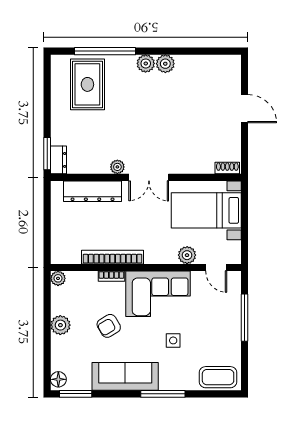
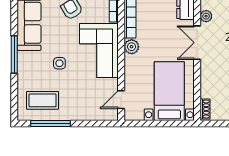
plant: (187, 255) -> (132, 47), moved
window: (245, 318) -> (50, 124), moved
coffee table: (218, 377) -> (43, 100), moved, turned 90

